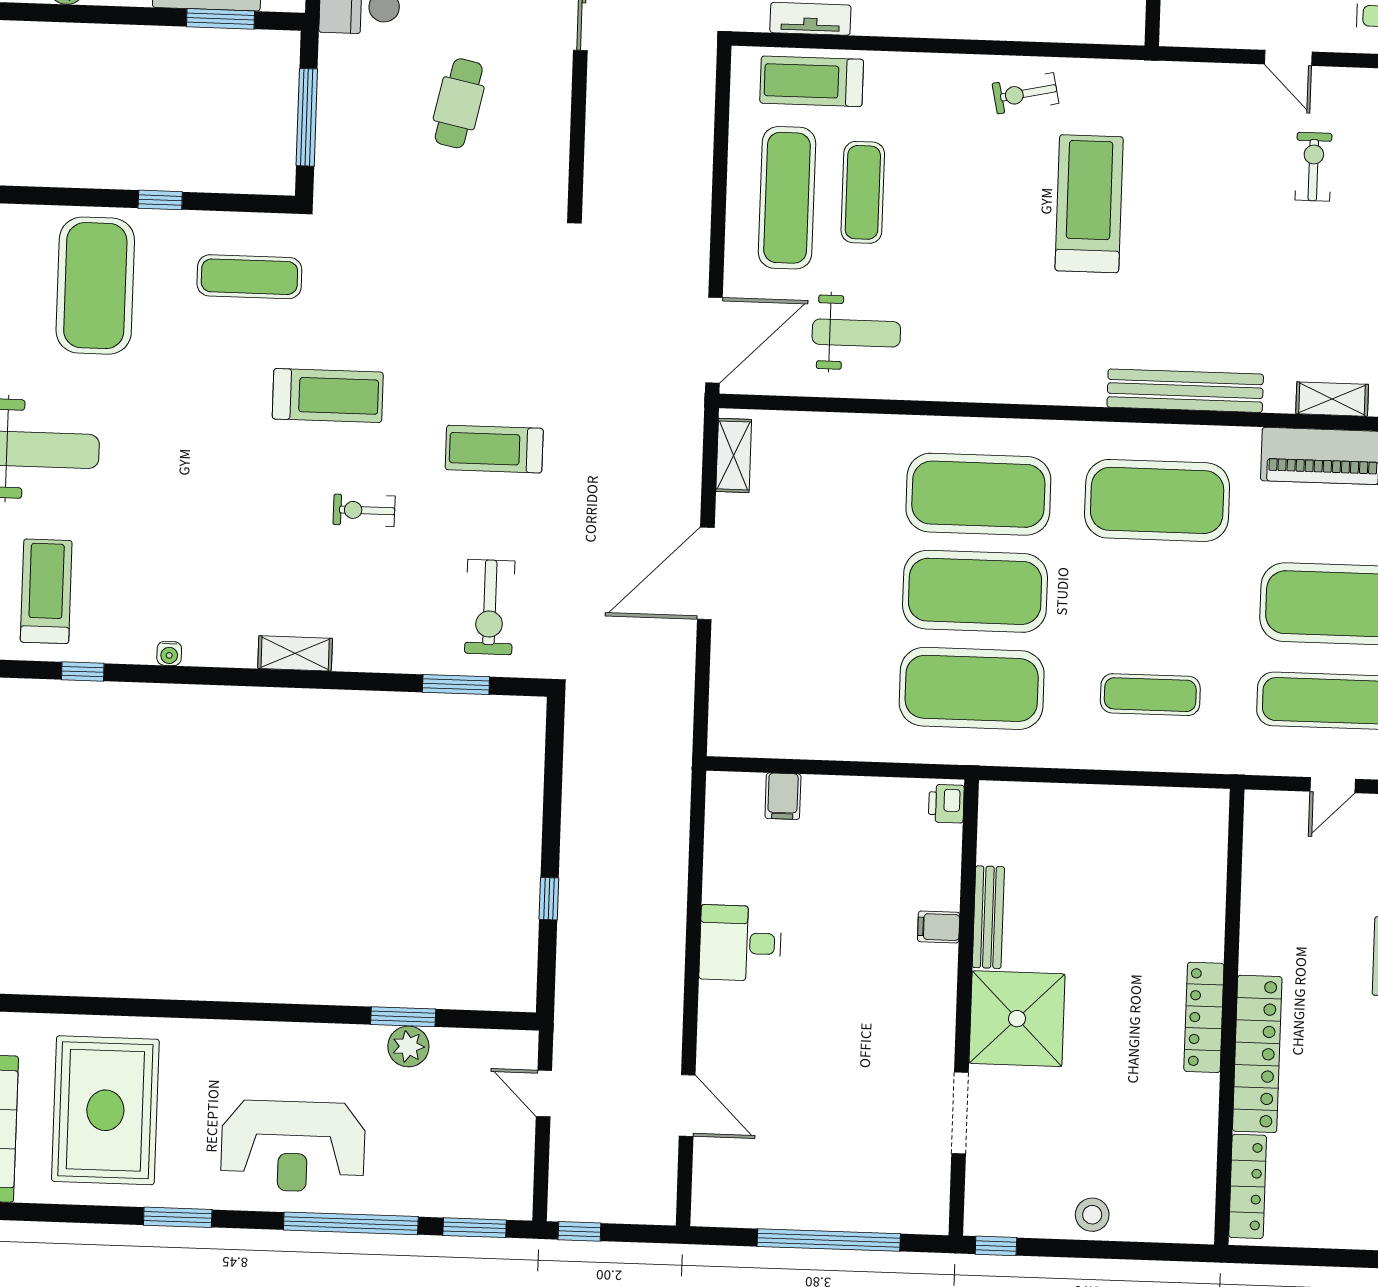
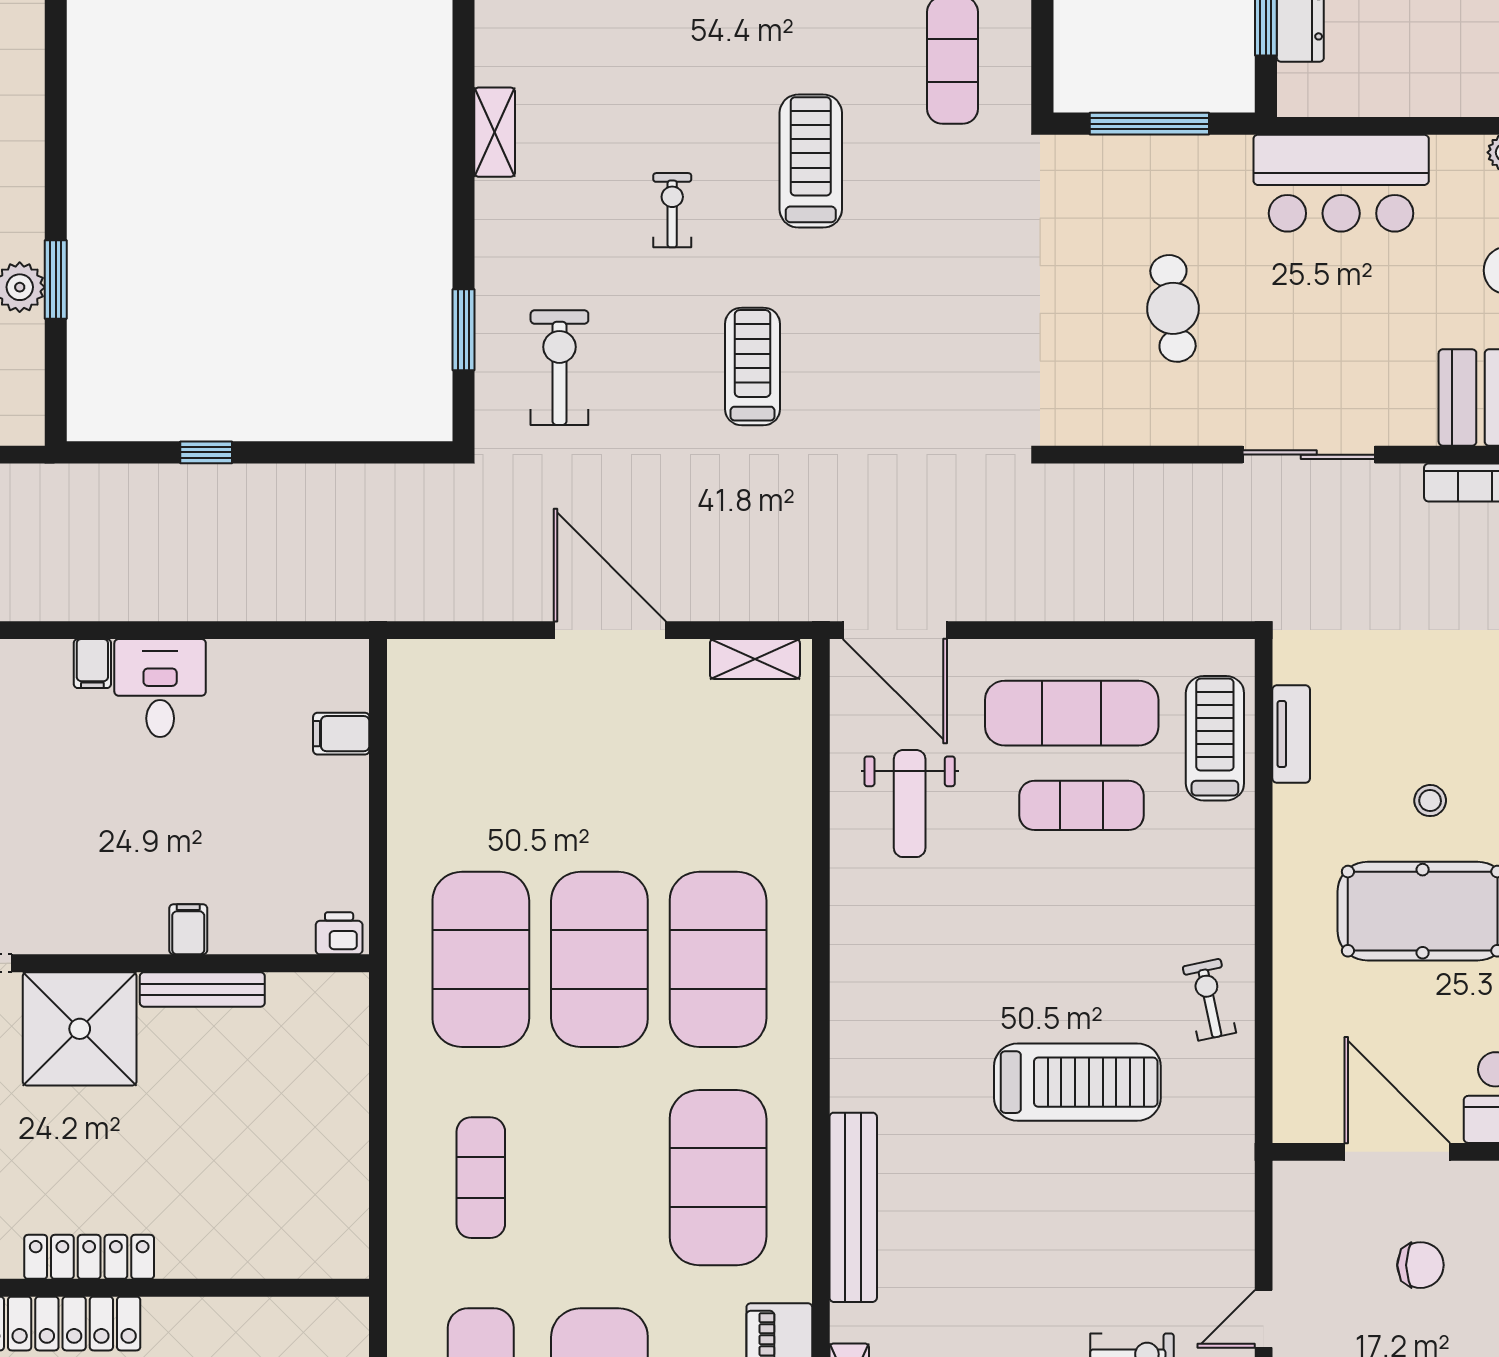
cafe table: (459, 103) -> (1173, 308), turned 71
treadmill: (328, 396) -> (811, 161), turned 180
exercise bike: (490, 607) -> (559, 368), turned 90
filing cabinet: (718, 998) -> (92, 664), added

